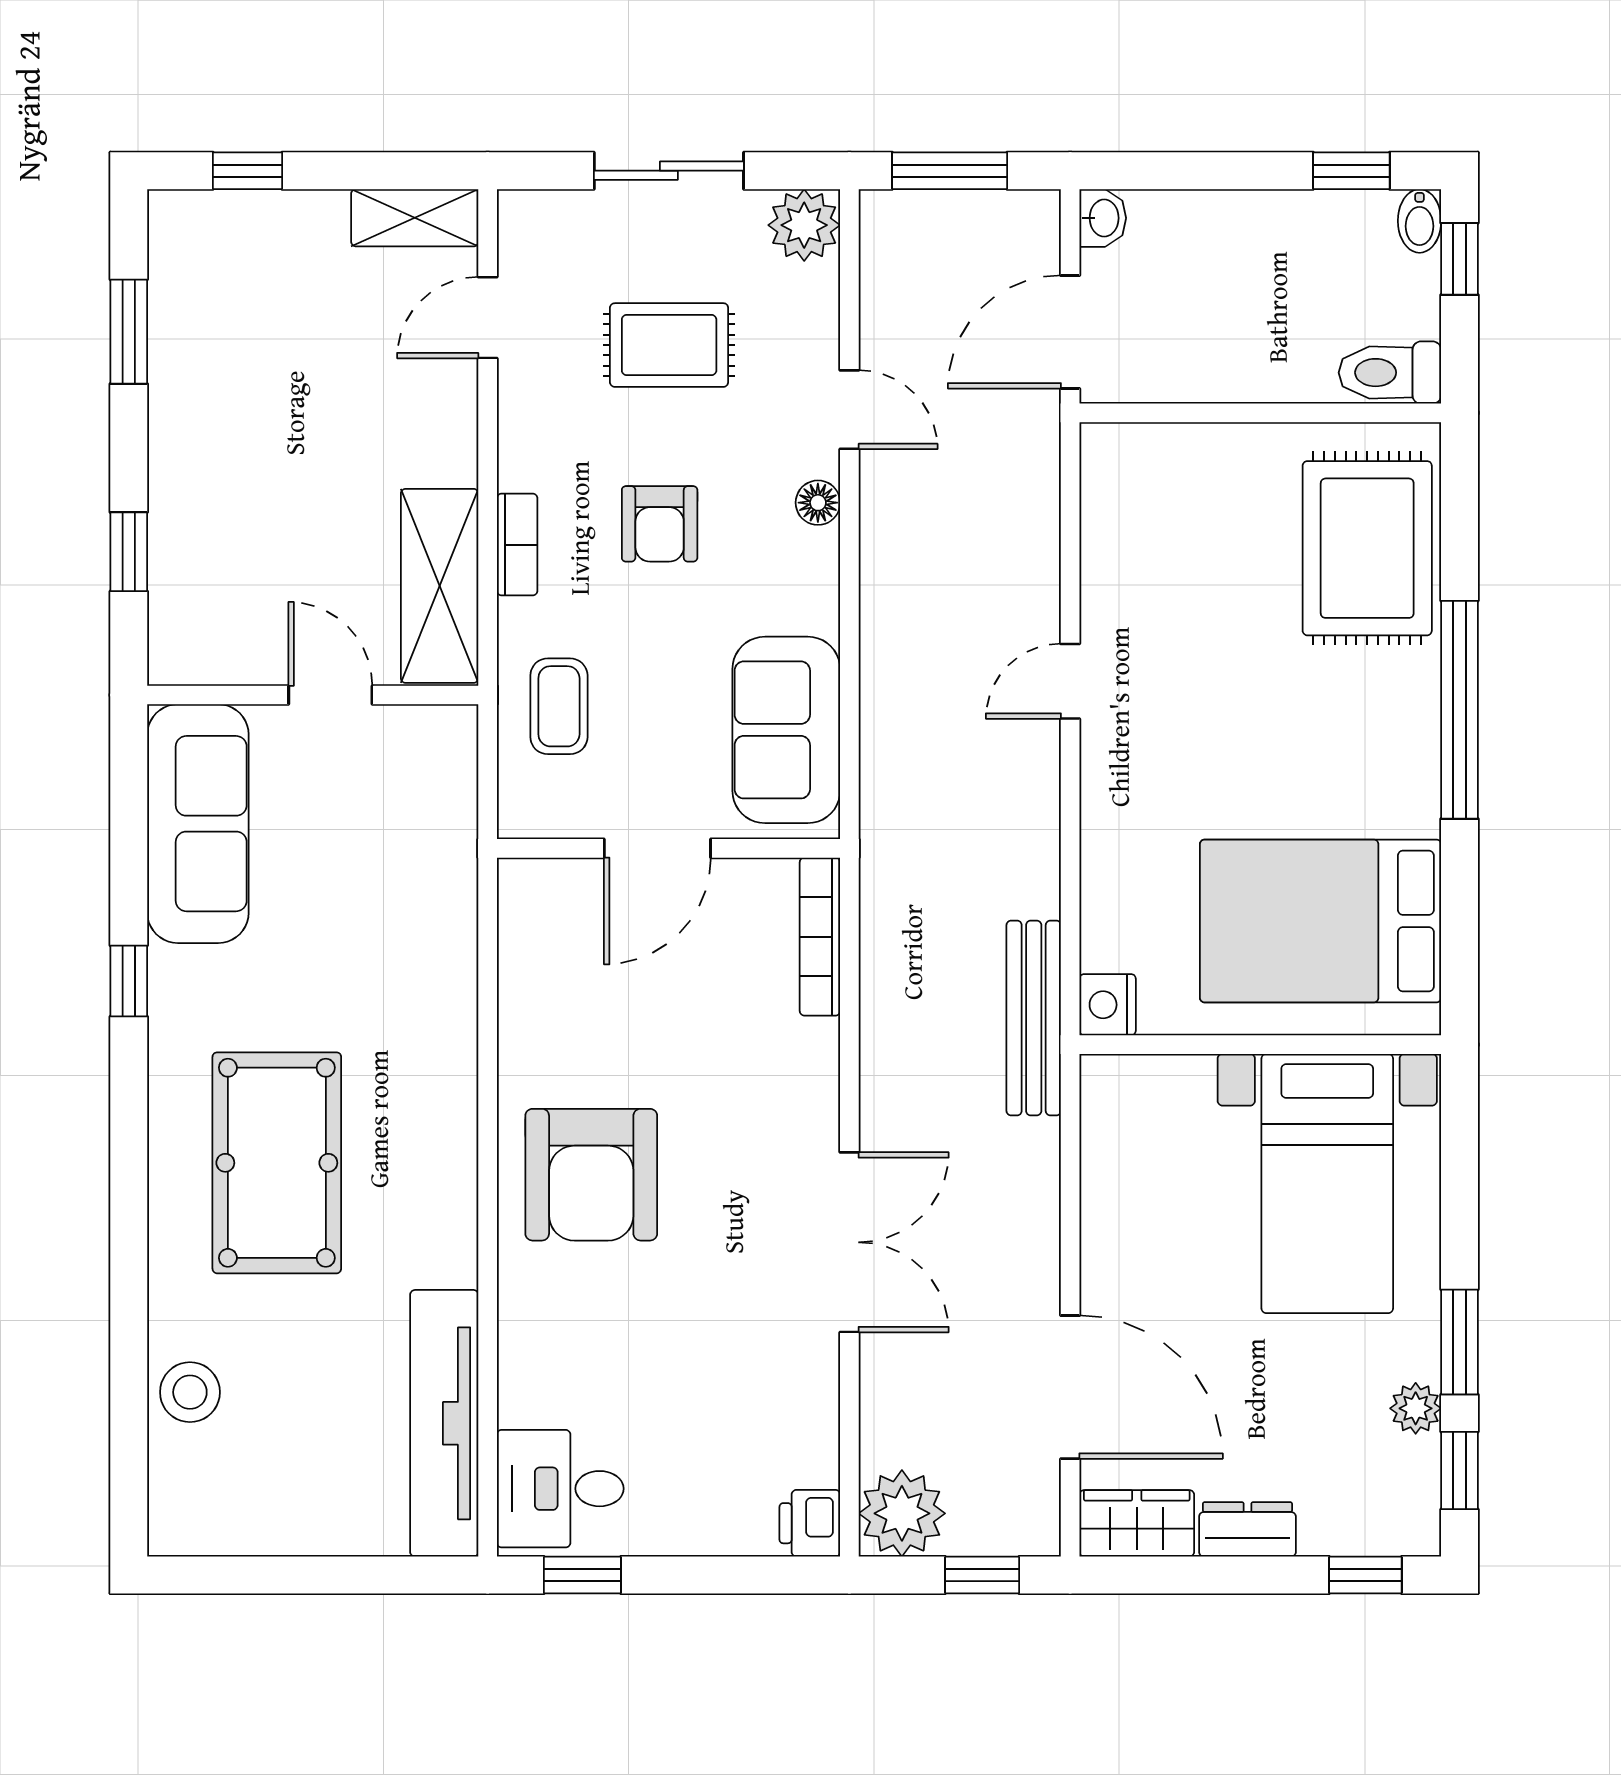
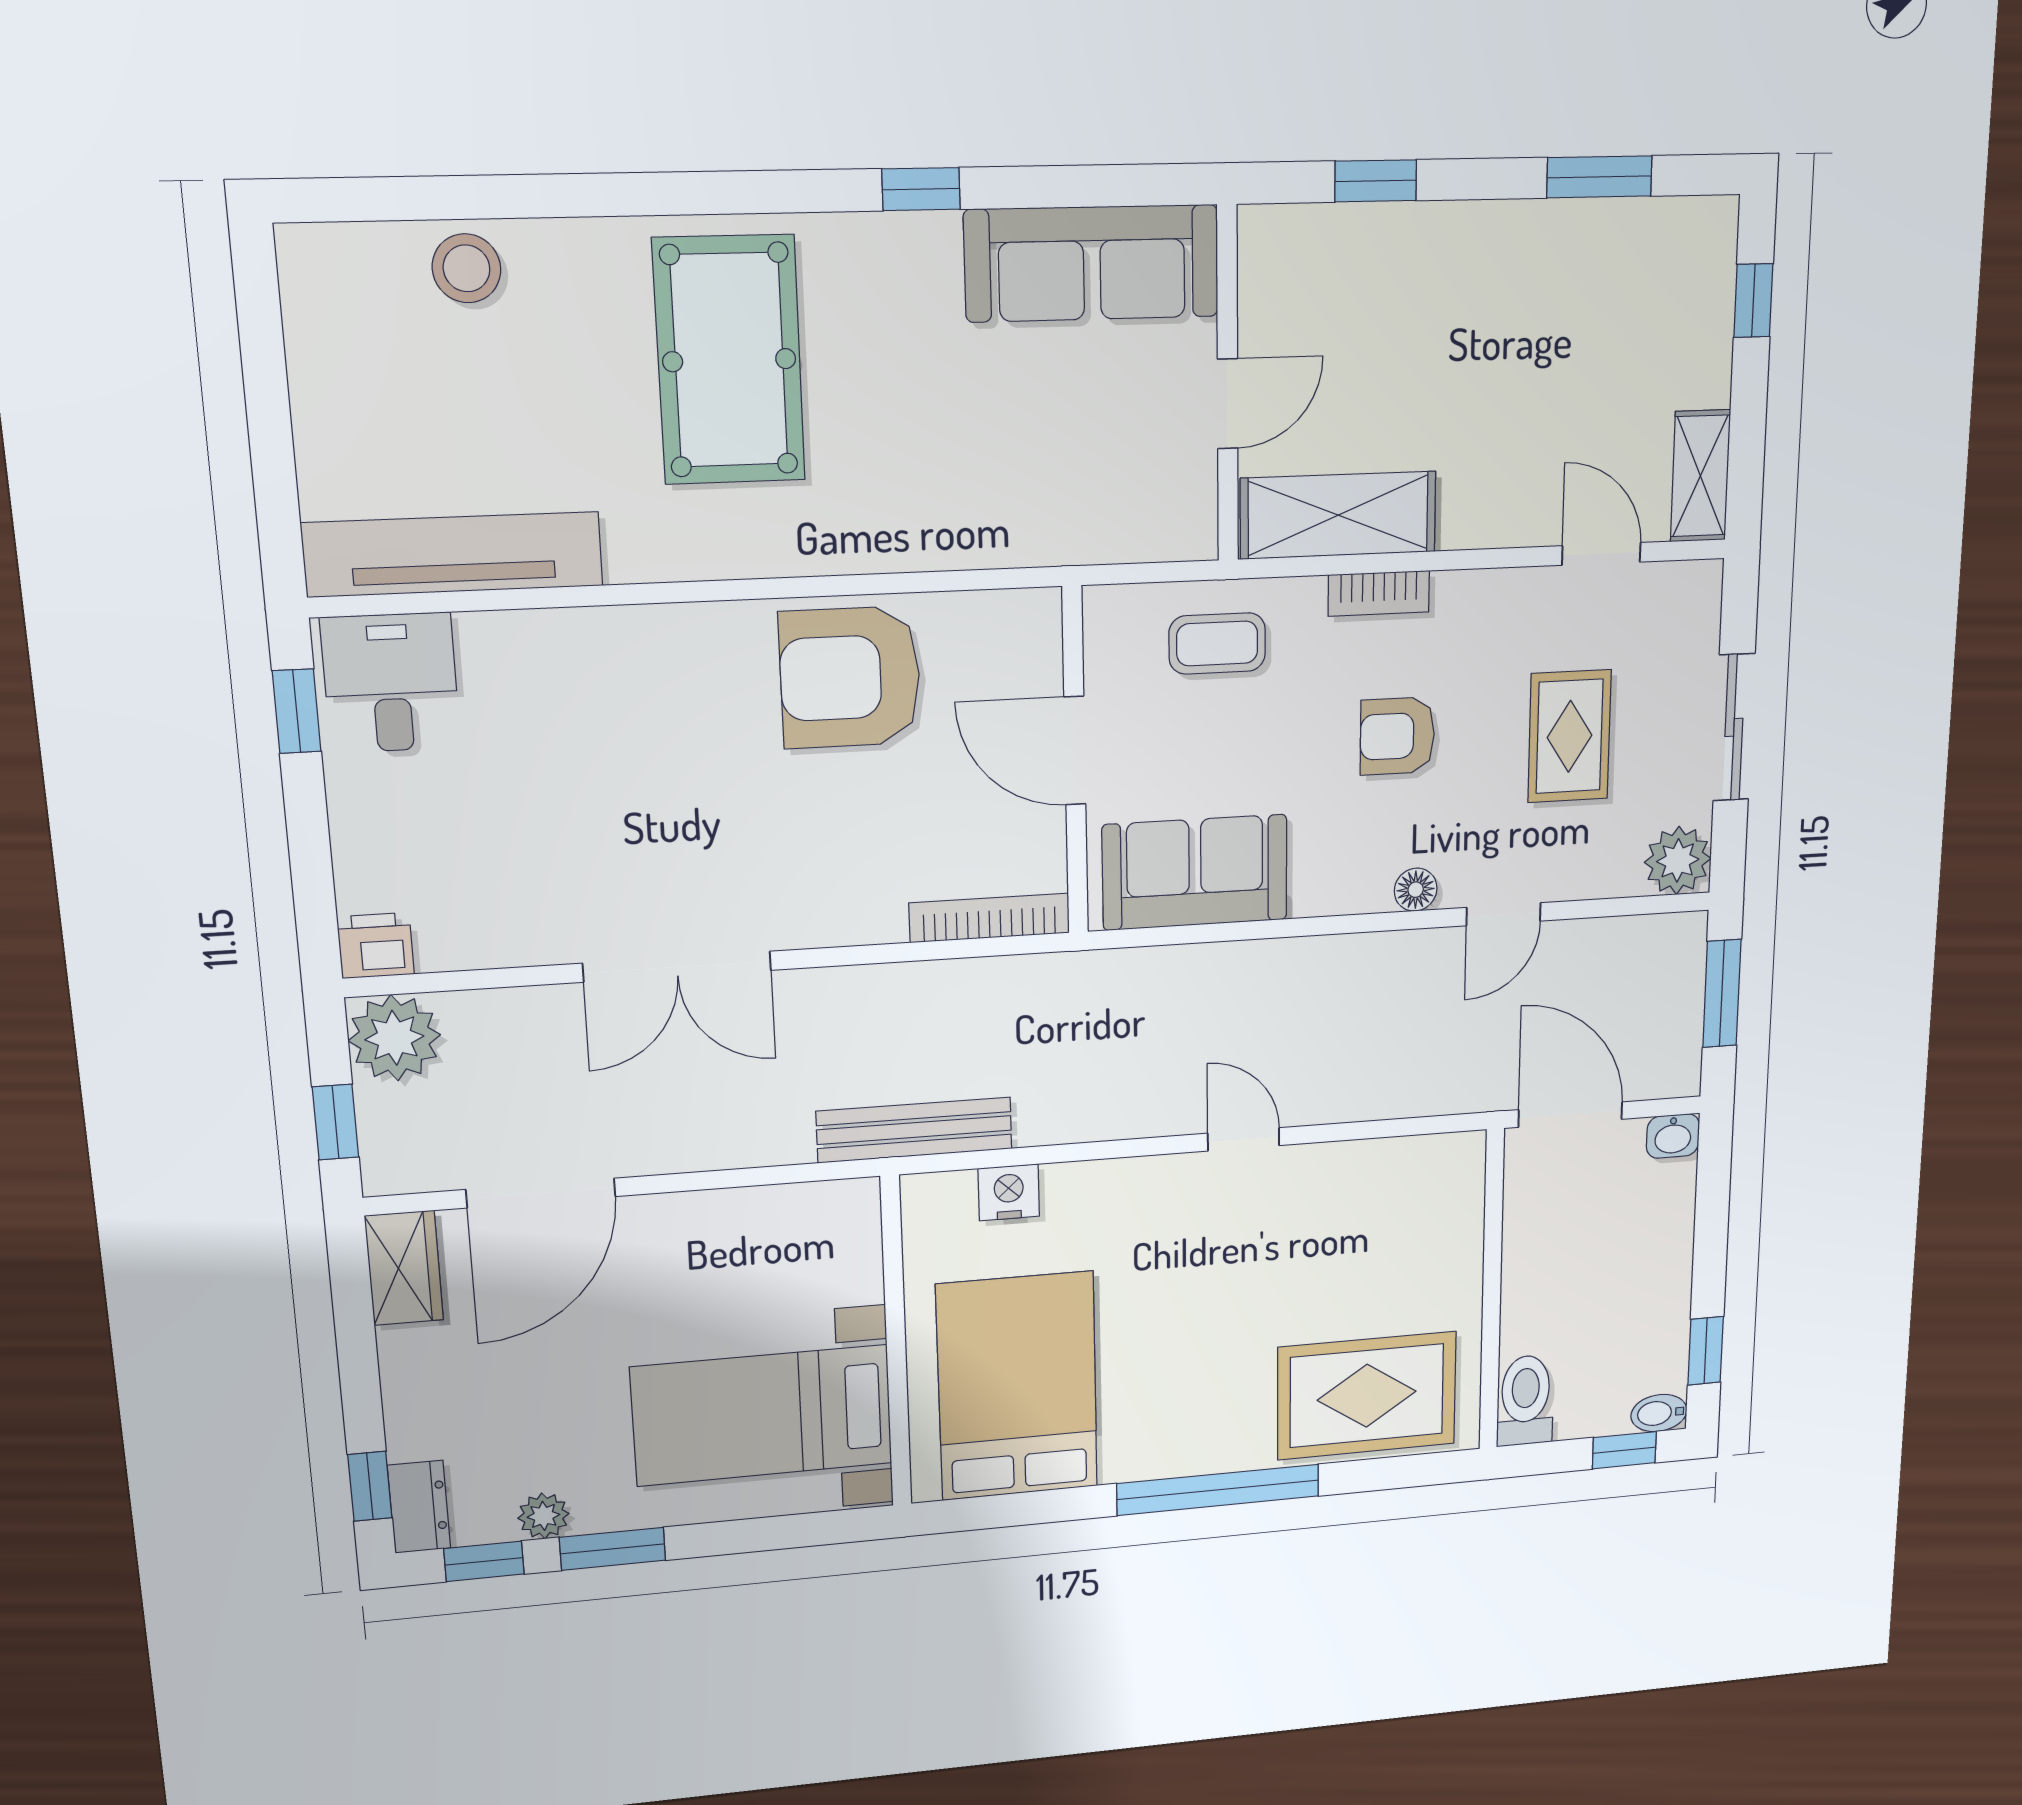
nightstand: (1108, 1005) -> (1009, 1192), moved
pool table: (277, 1163) -> (729, 360), turned 90
armchair: (591, 1175) -> (850, 677), moved
dresser: (1247, 1529) -> (419, 1507), moved

